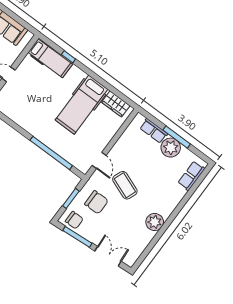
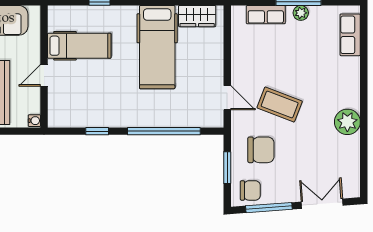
hospital bed: (50, 58) -> (79, 46), moved
window: (15, 126) -> (97, 131), added
plant: (171, 148) -> (301, 13), width x0.53, depth x0.53

